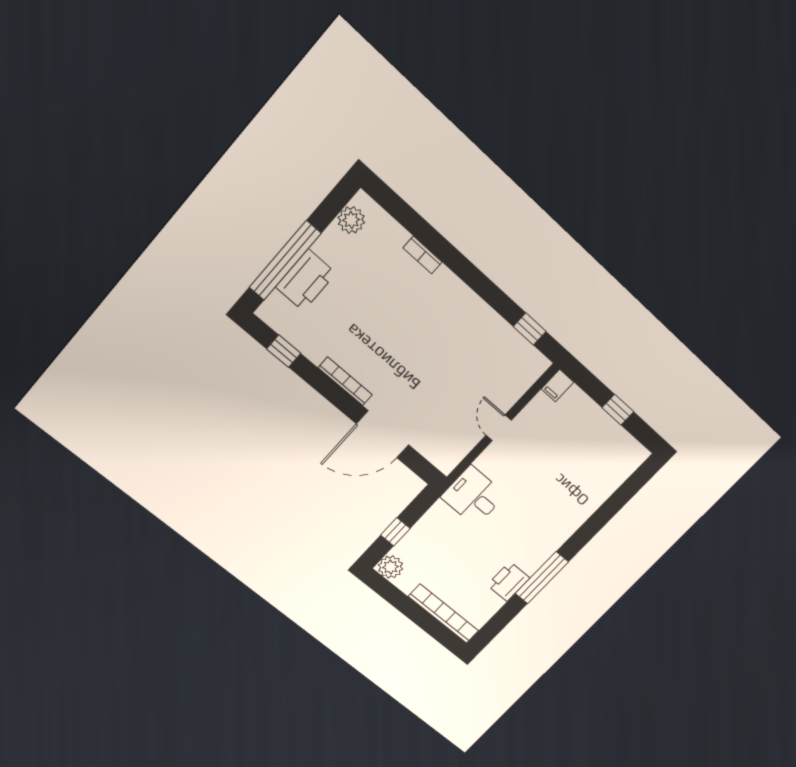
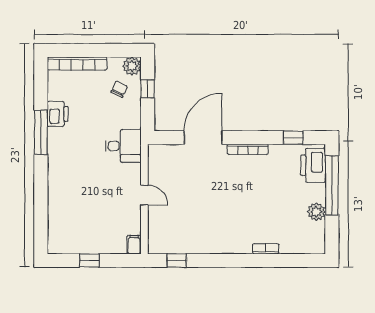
plant: (351, 220) -> (316, 212), moved
printer: (306, 280) -> (313, 165), moved
chair: (425, 555) -> (119, 89), added

